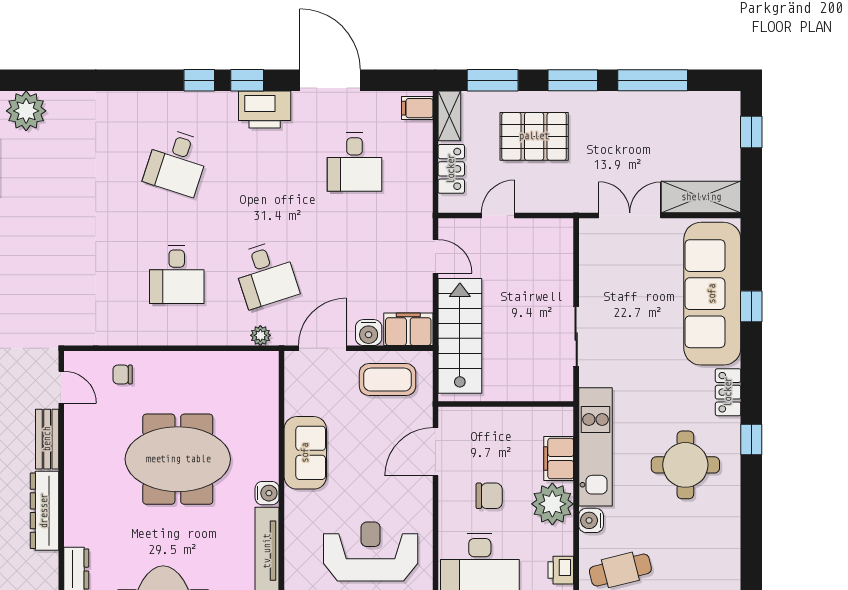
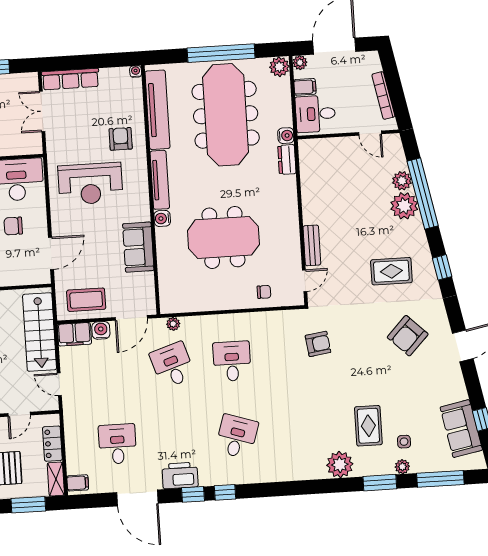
armchair: (47, 292) -> (318, 344), added
door: (61, 387) -> (305, 281), swing flipped
dresser: (44, 511) -> (311, 197), removed

